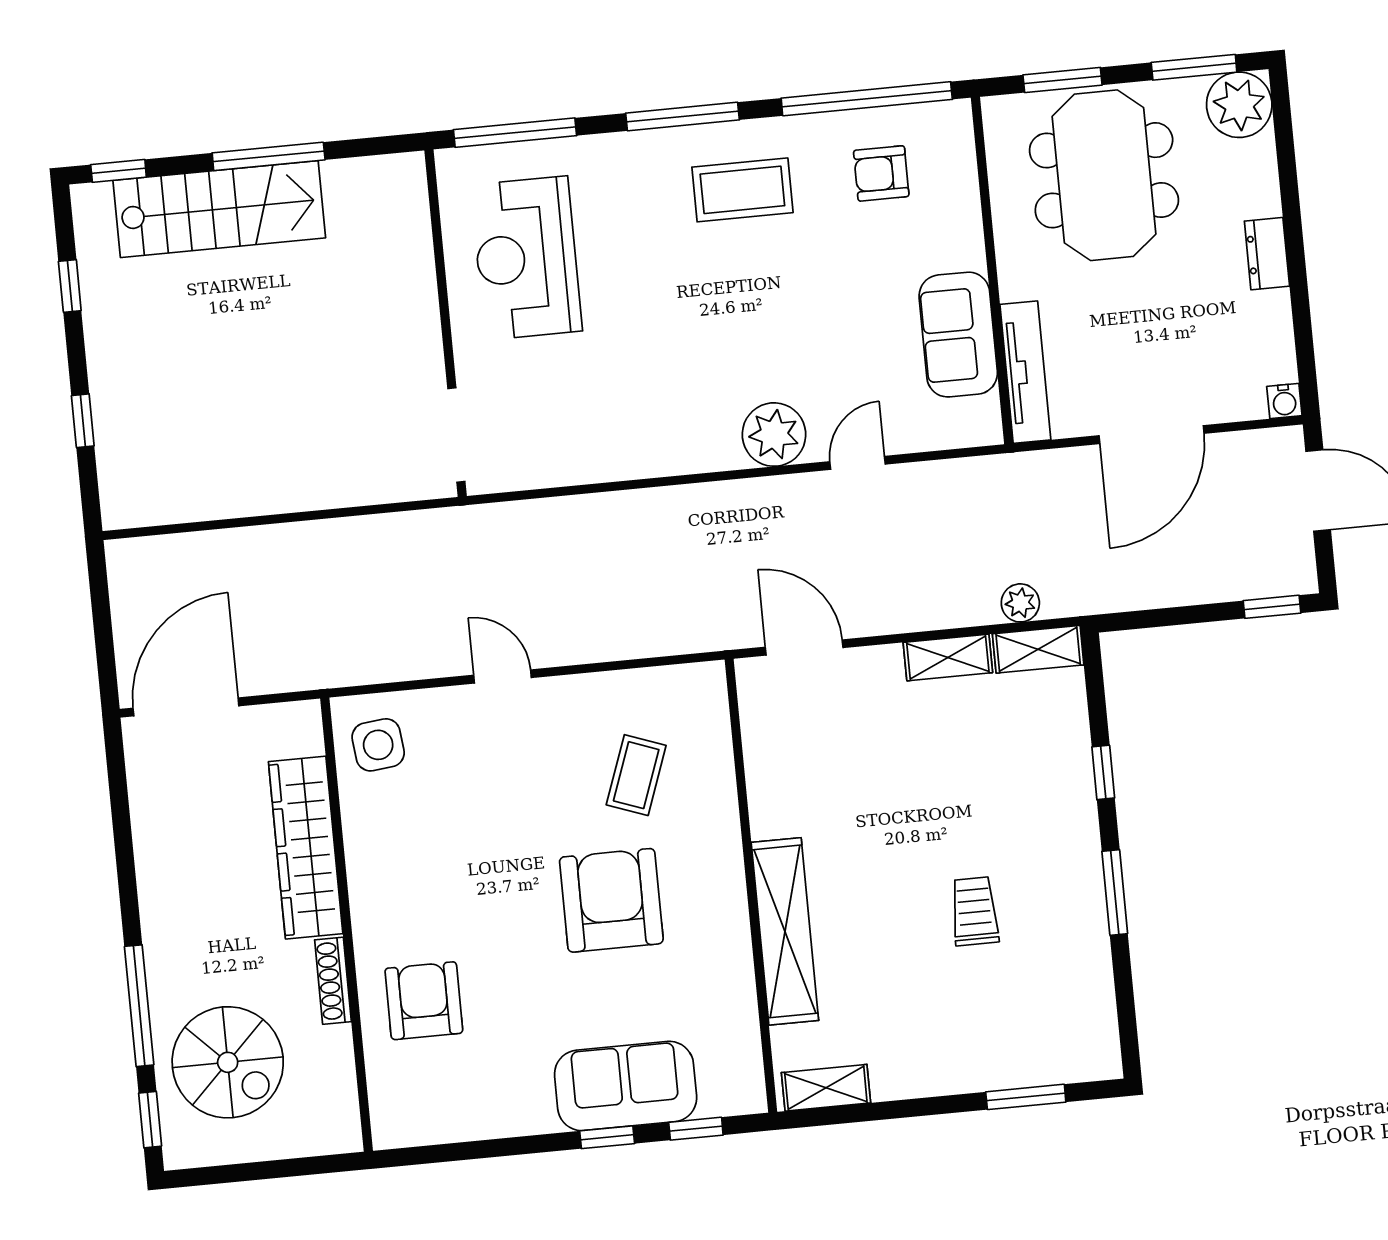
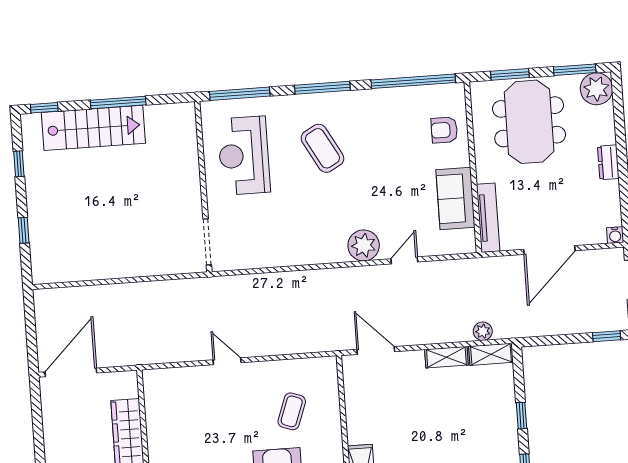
armchair: (881, 173) -> (444, 130), moved
coffee table: (742, 190) -> (322, 148), moved, turned 61
side table: (378, 745) -> (165, 393), removed

